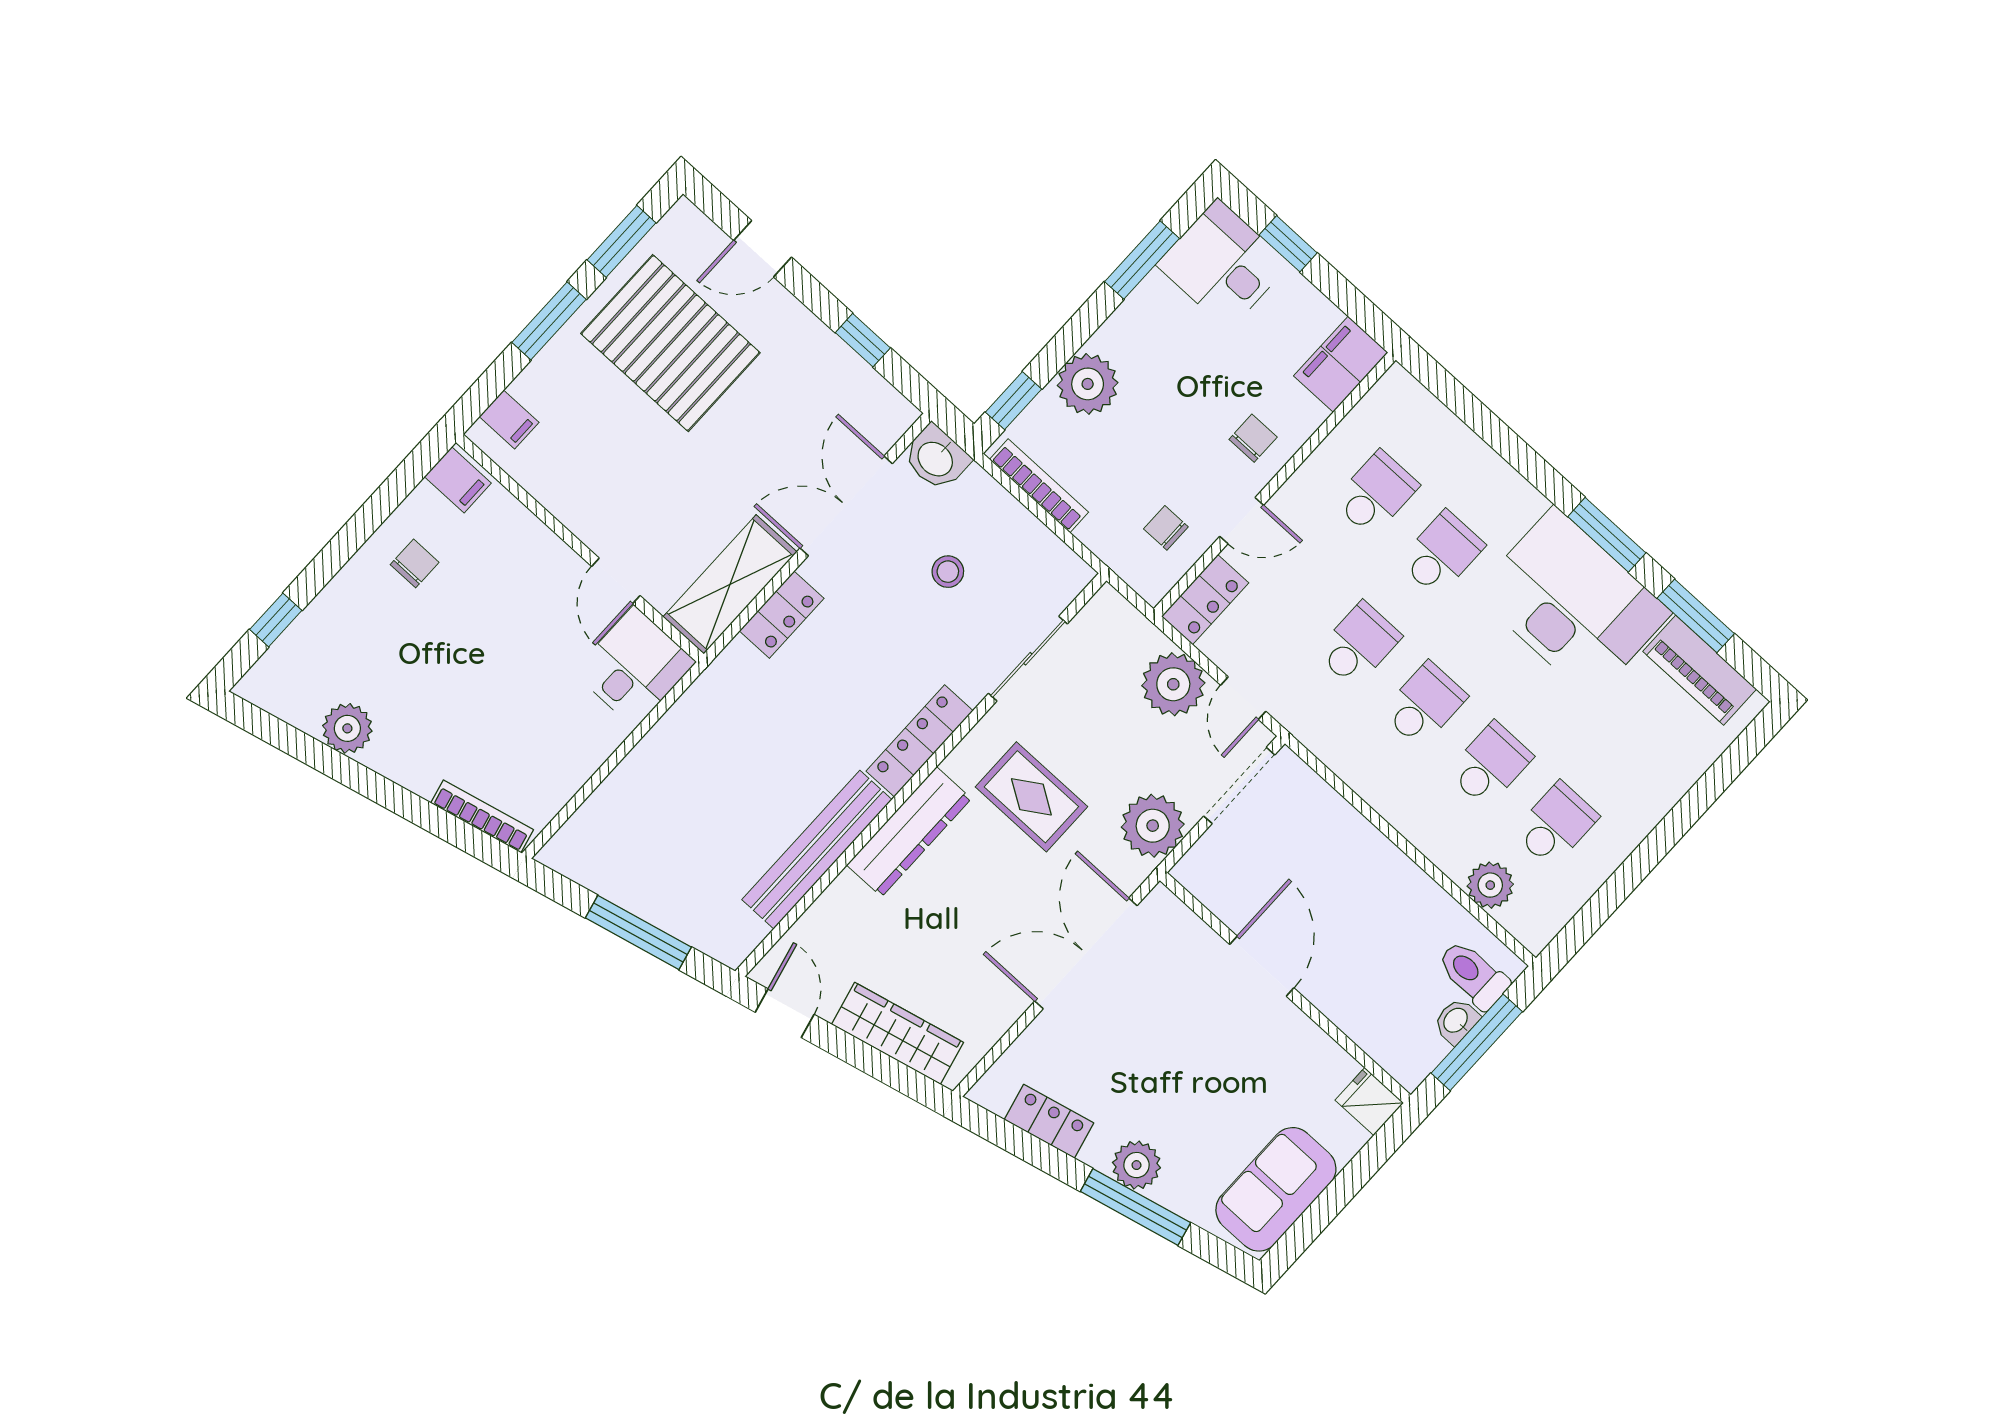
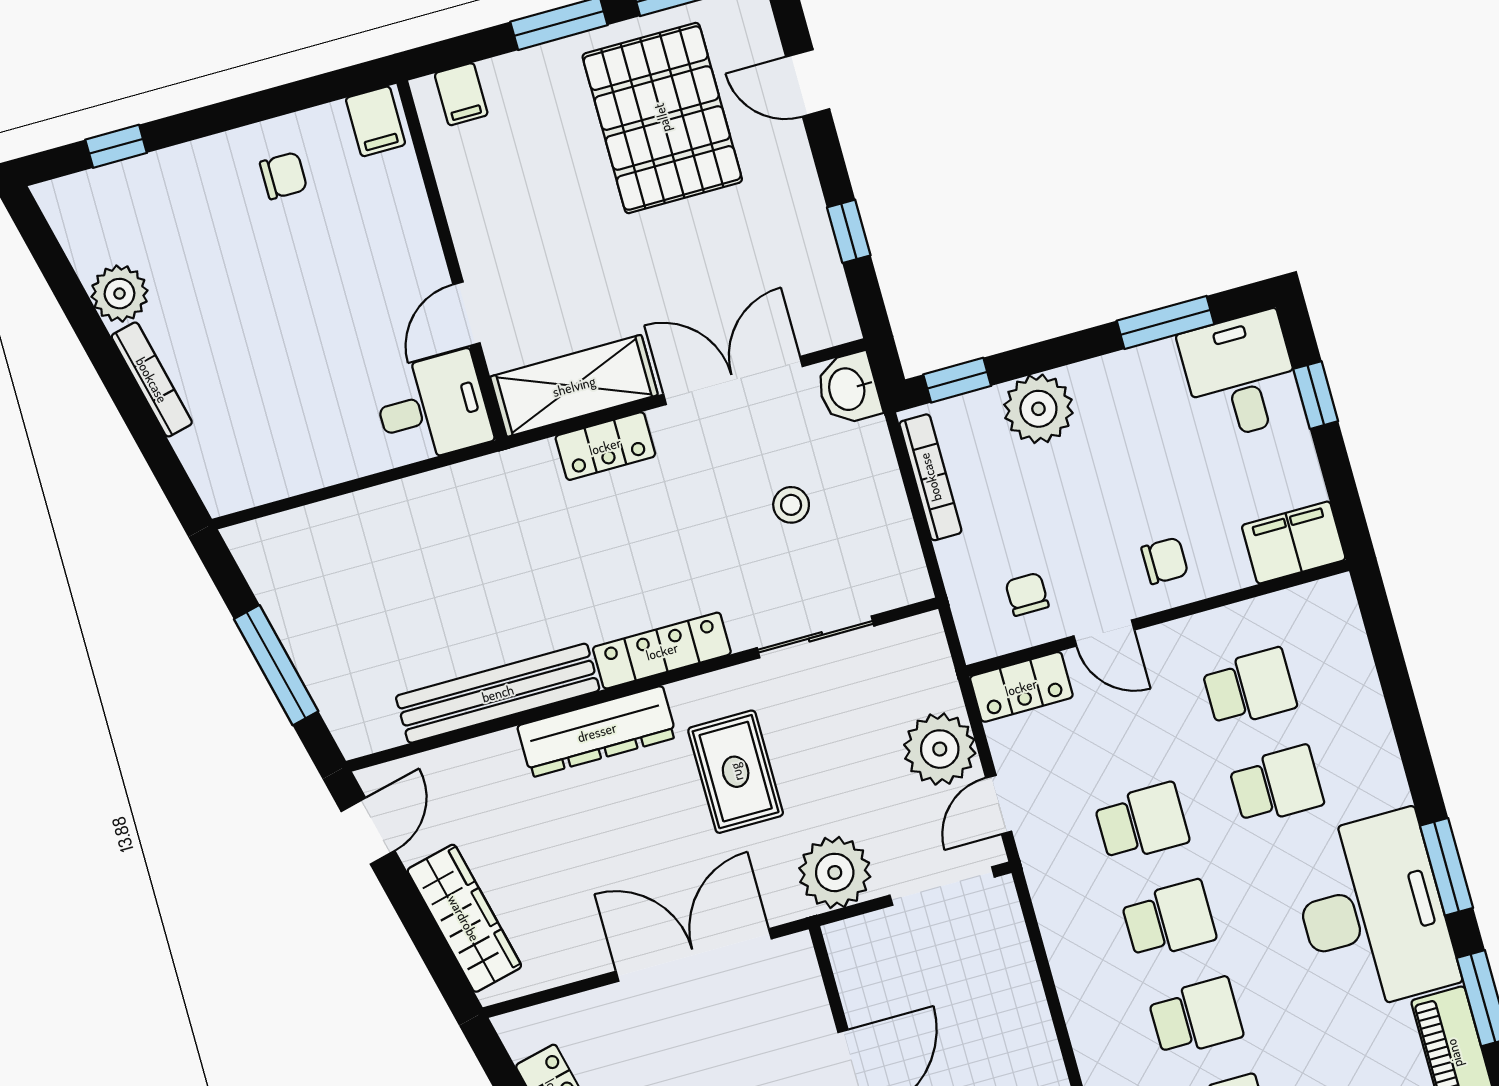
bookcase: (482, 816) -> (152, 380), moved

